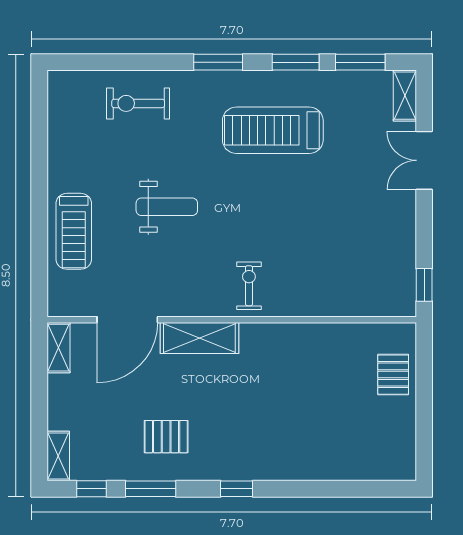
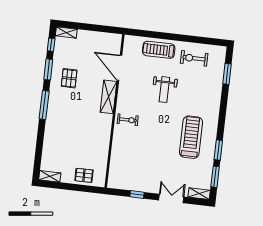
window: (218, 62) -> (227, 74), moved
exercise bike: (138, 103) -> (194, 58), moved, turned -90
window: (424, 285) -> (137, 195), moved
shelving: (58, 348) -> (50, 176), moved
window: (237, 489) -> (44, 105), width x2.17

